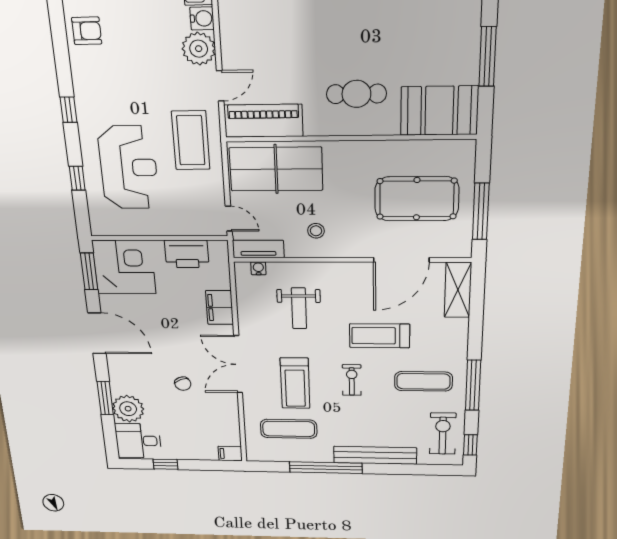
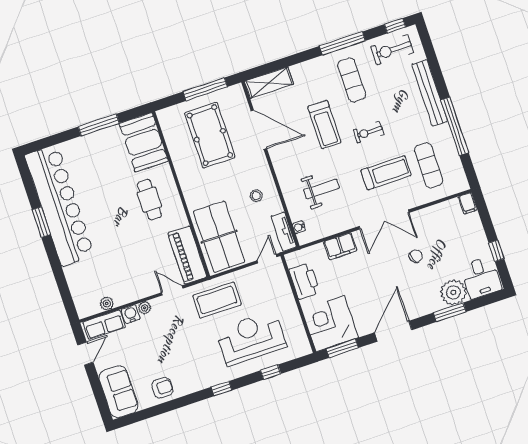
armchair: (87, 31) -> (162, 388), turned 90
plant: (199, 49) -> (145, 308), width x0.53, depth x0.53

